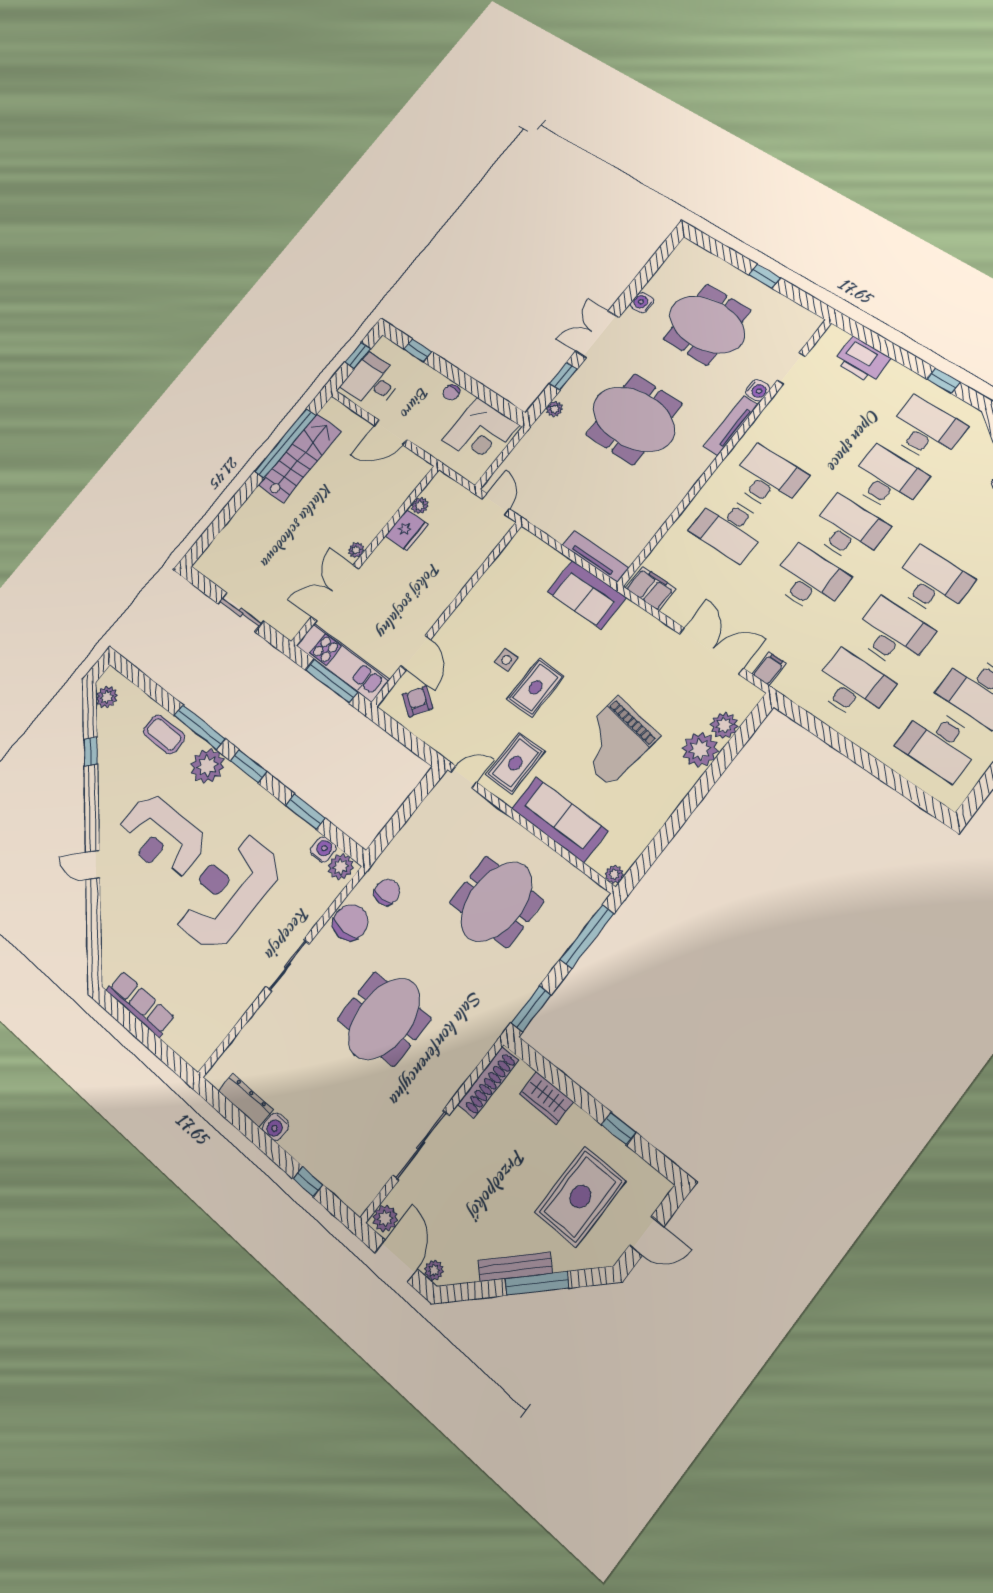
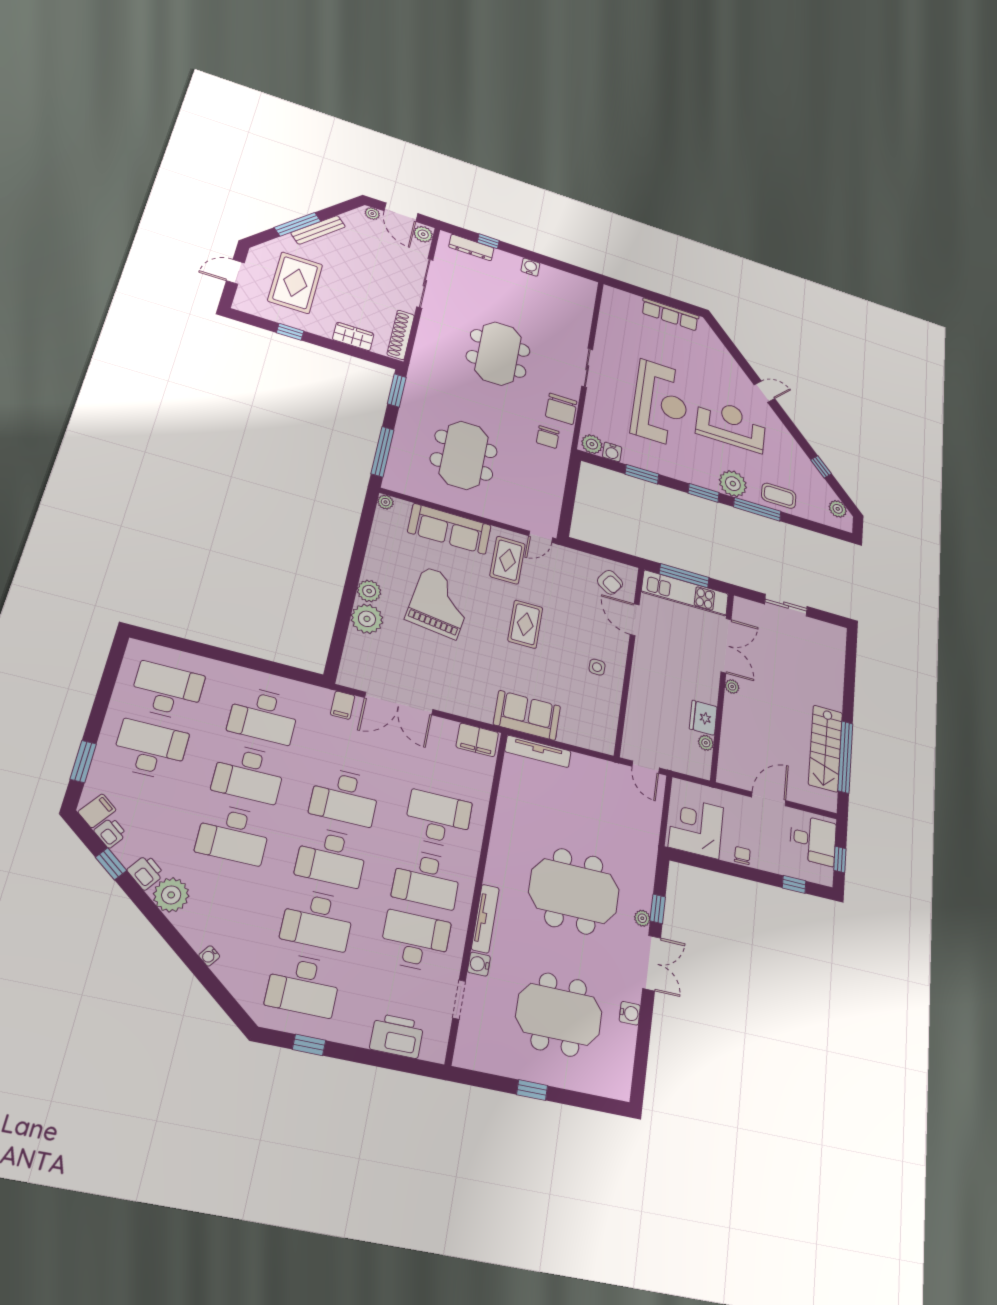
plant: (554, 409) -> (642, 918), moved
desk: (807, 430) -> (415, 941), added
side table: (506, 660) -> (597, 667), moved
plant: (724, 725) -> (369, 591), moved
dresser: (246, 1100) -> (471, 247), moved

